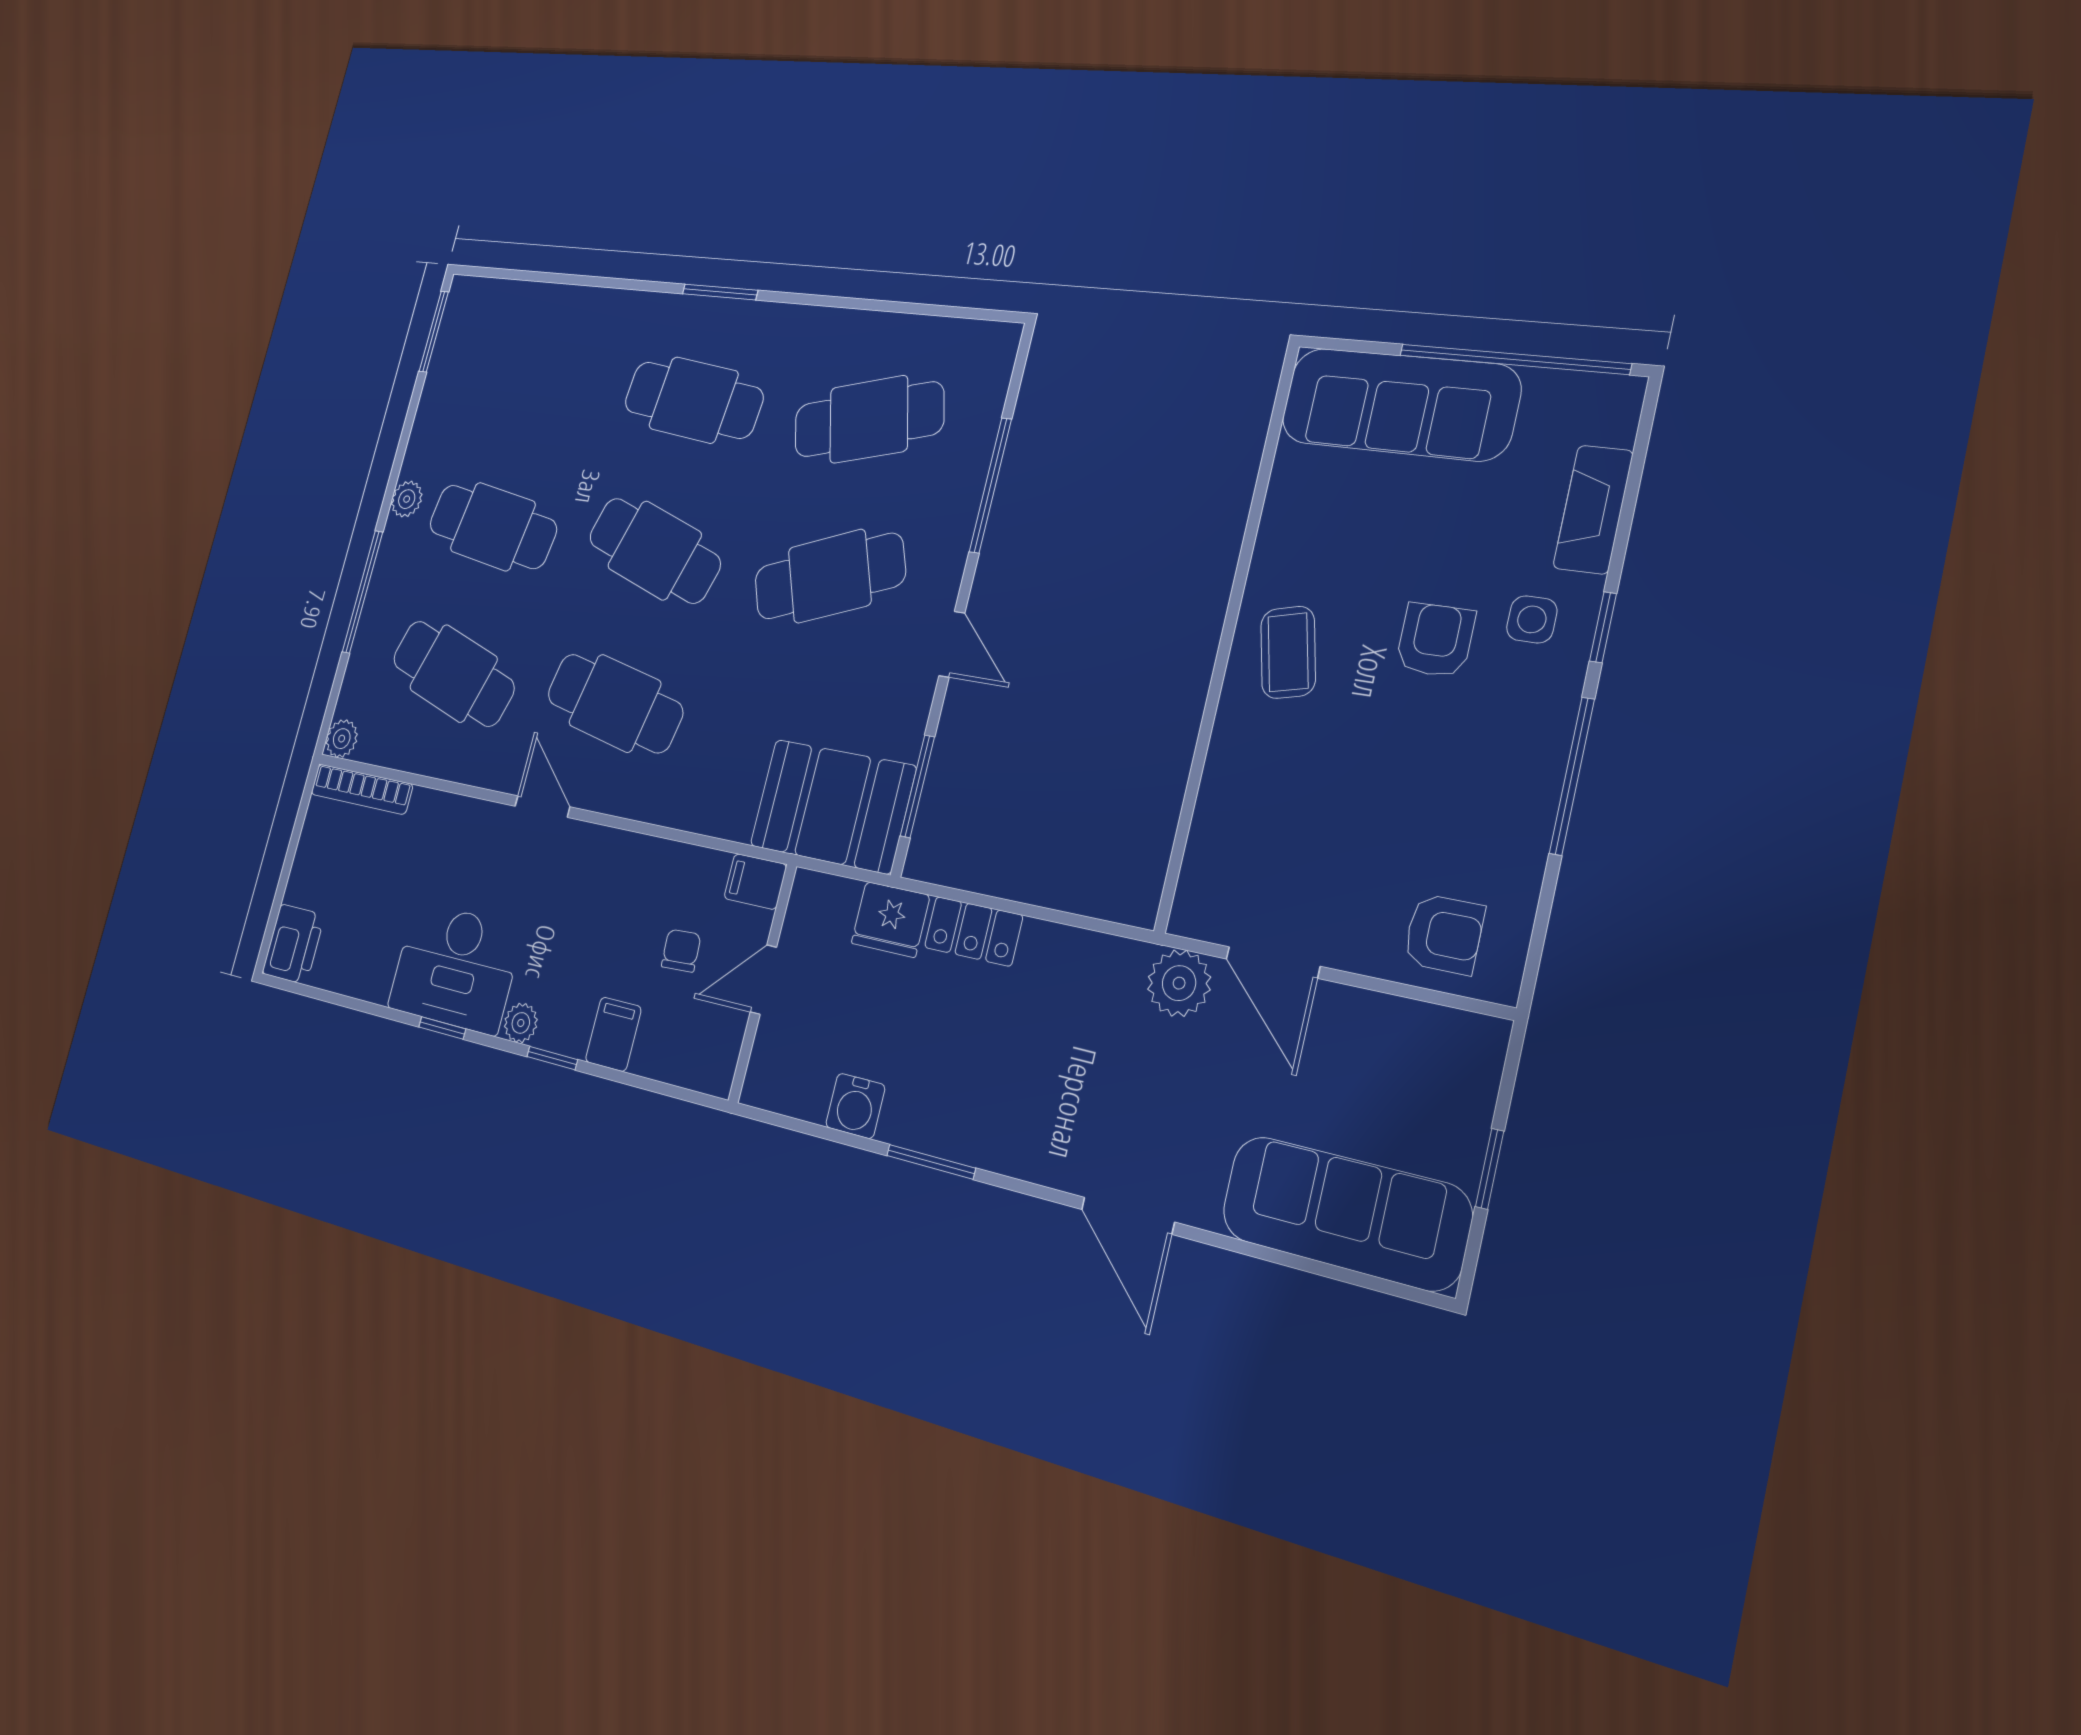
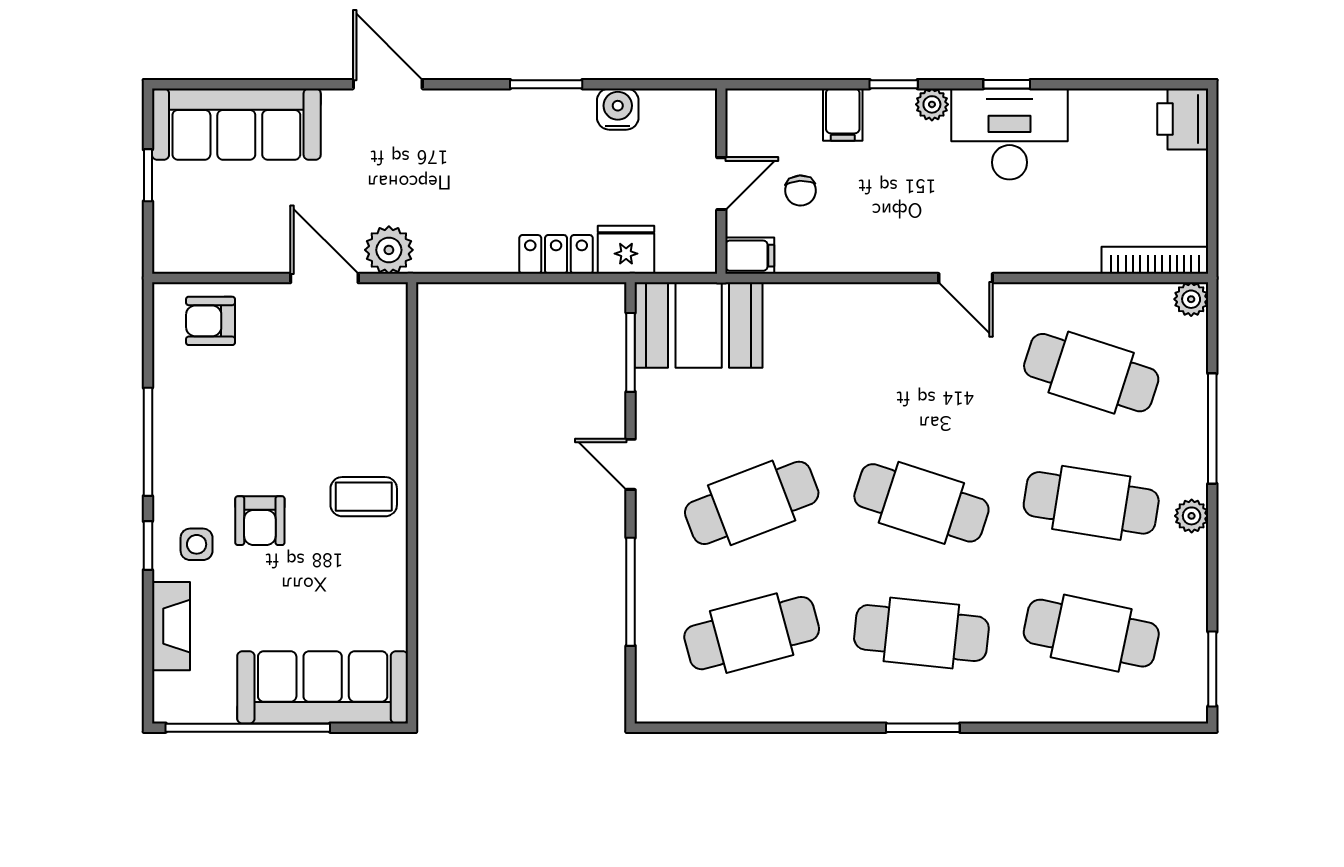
coffee table: (1288, 652) -> (364, 497), turned -76
cafe table: (615, 703) -> (1091, 633), moved

